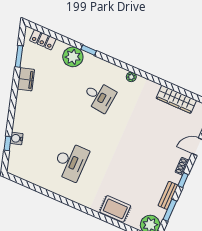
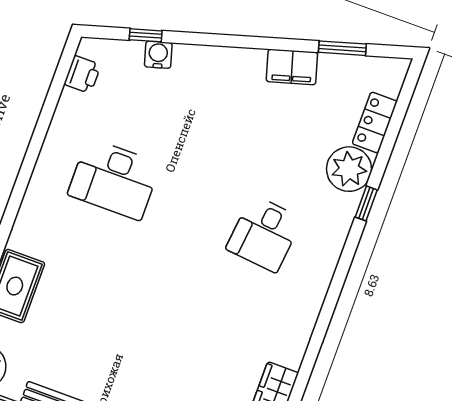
locker: (43, 40) -> (375, 123), moved
plant: (131, 77) -> (313, 303), removed
printer: (23, 173) -> (82, 74), added

